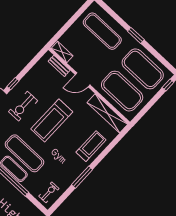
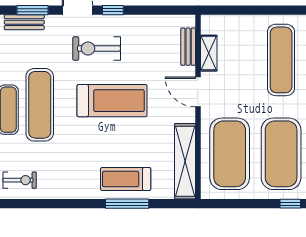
shelving: (62, 52) -> (209, 53), moved
treadmill: (52, 120) -> (112, 101), turned 180
treadmill: (91, 146) -> (126, 179), turned 180
window: (82, 177) -> (127, 204), moved

